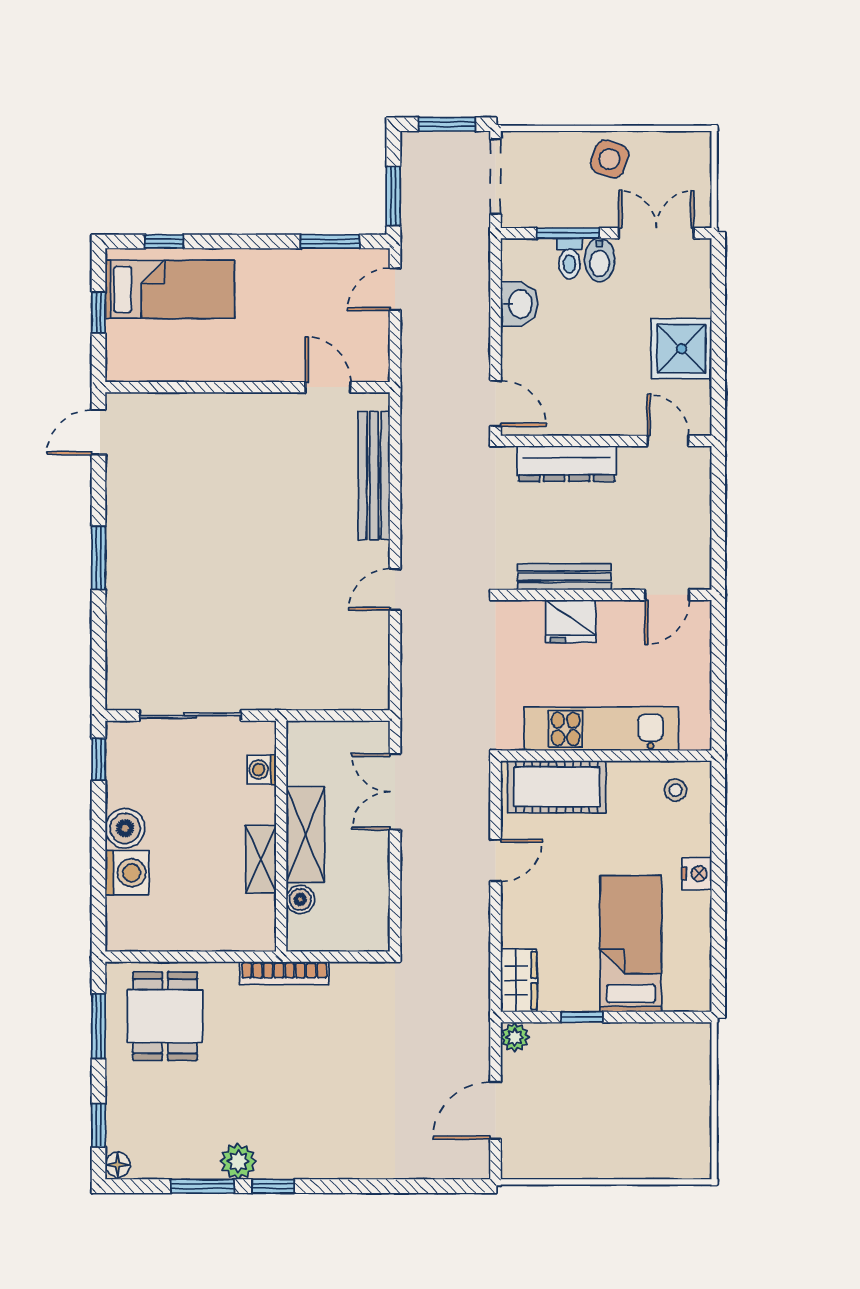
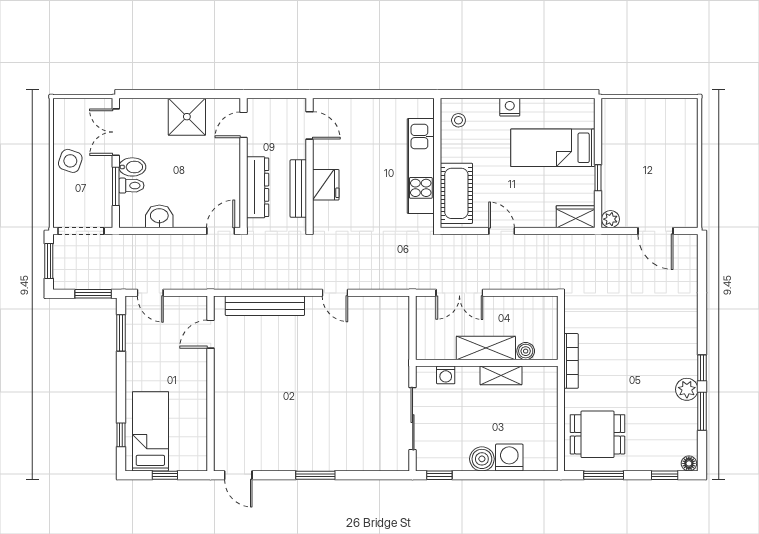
bench: (565, 577) -> (298, 189), moved
wall: (606, 595) -> (309, 163), moved
door: (667, 595) -> (309, 125), moved
fridge: (571, 621) -> (326, 185), moved

